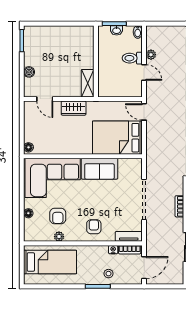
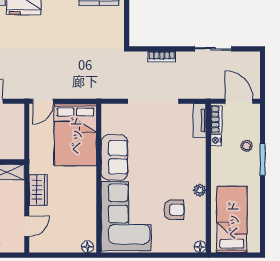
floor lamp: (28, 213) -> (200, 247), moved
armchair: (94, 227) -> (187, 164), removed
plant: (59, 237) -> (200, 190), moved

